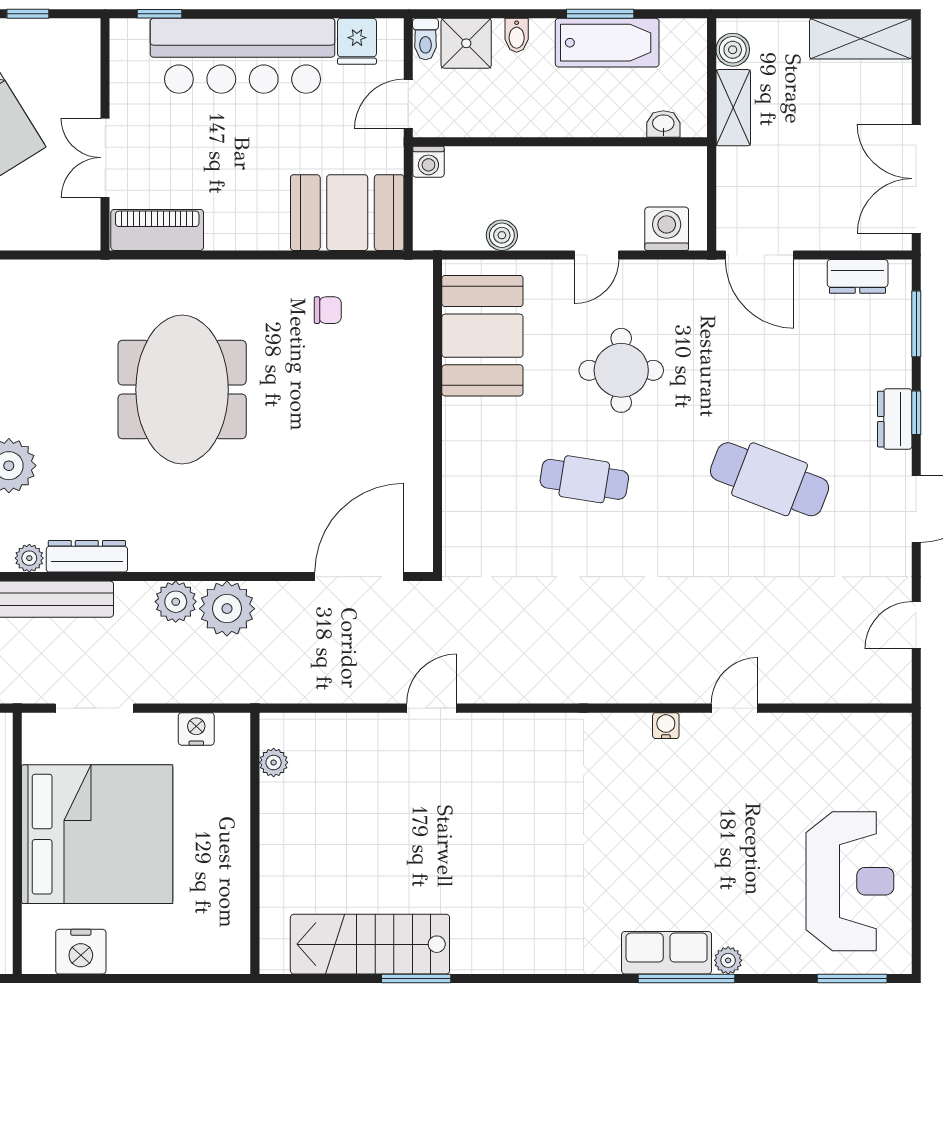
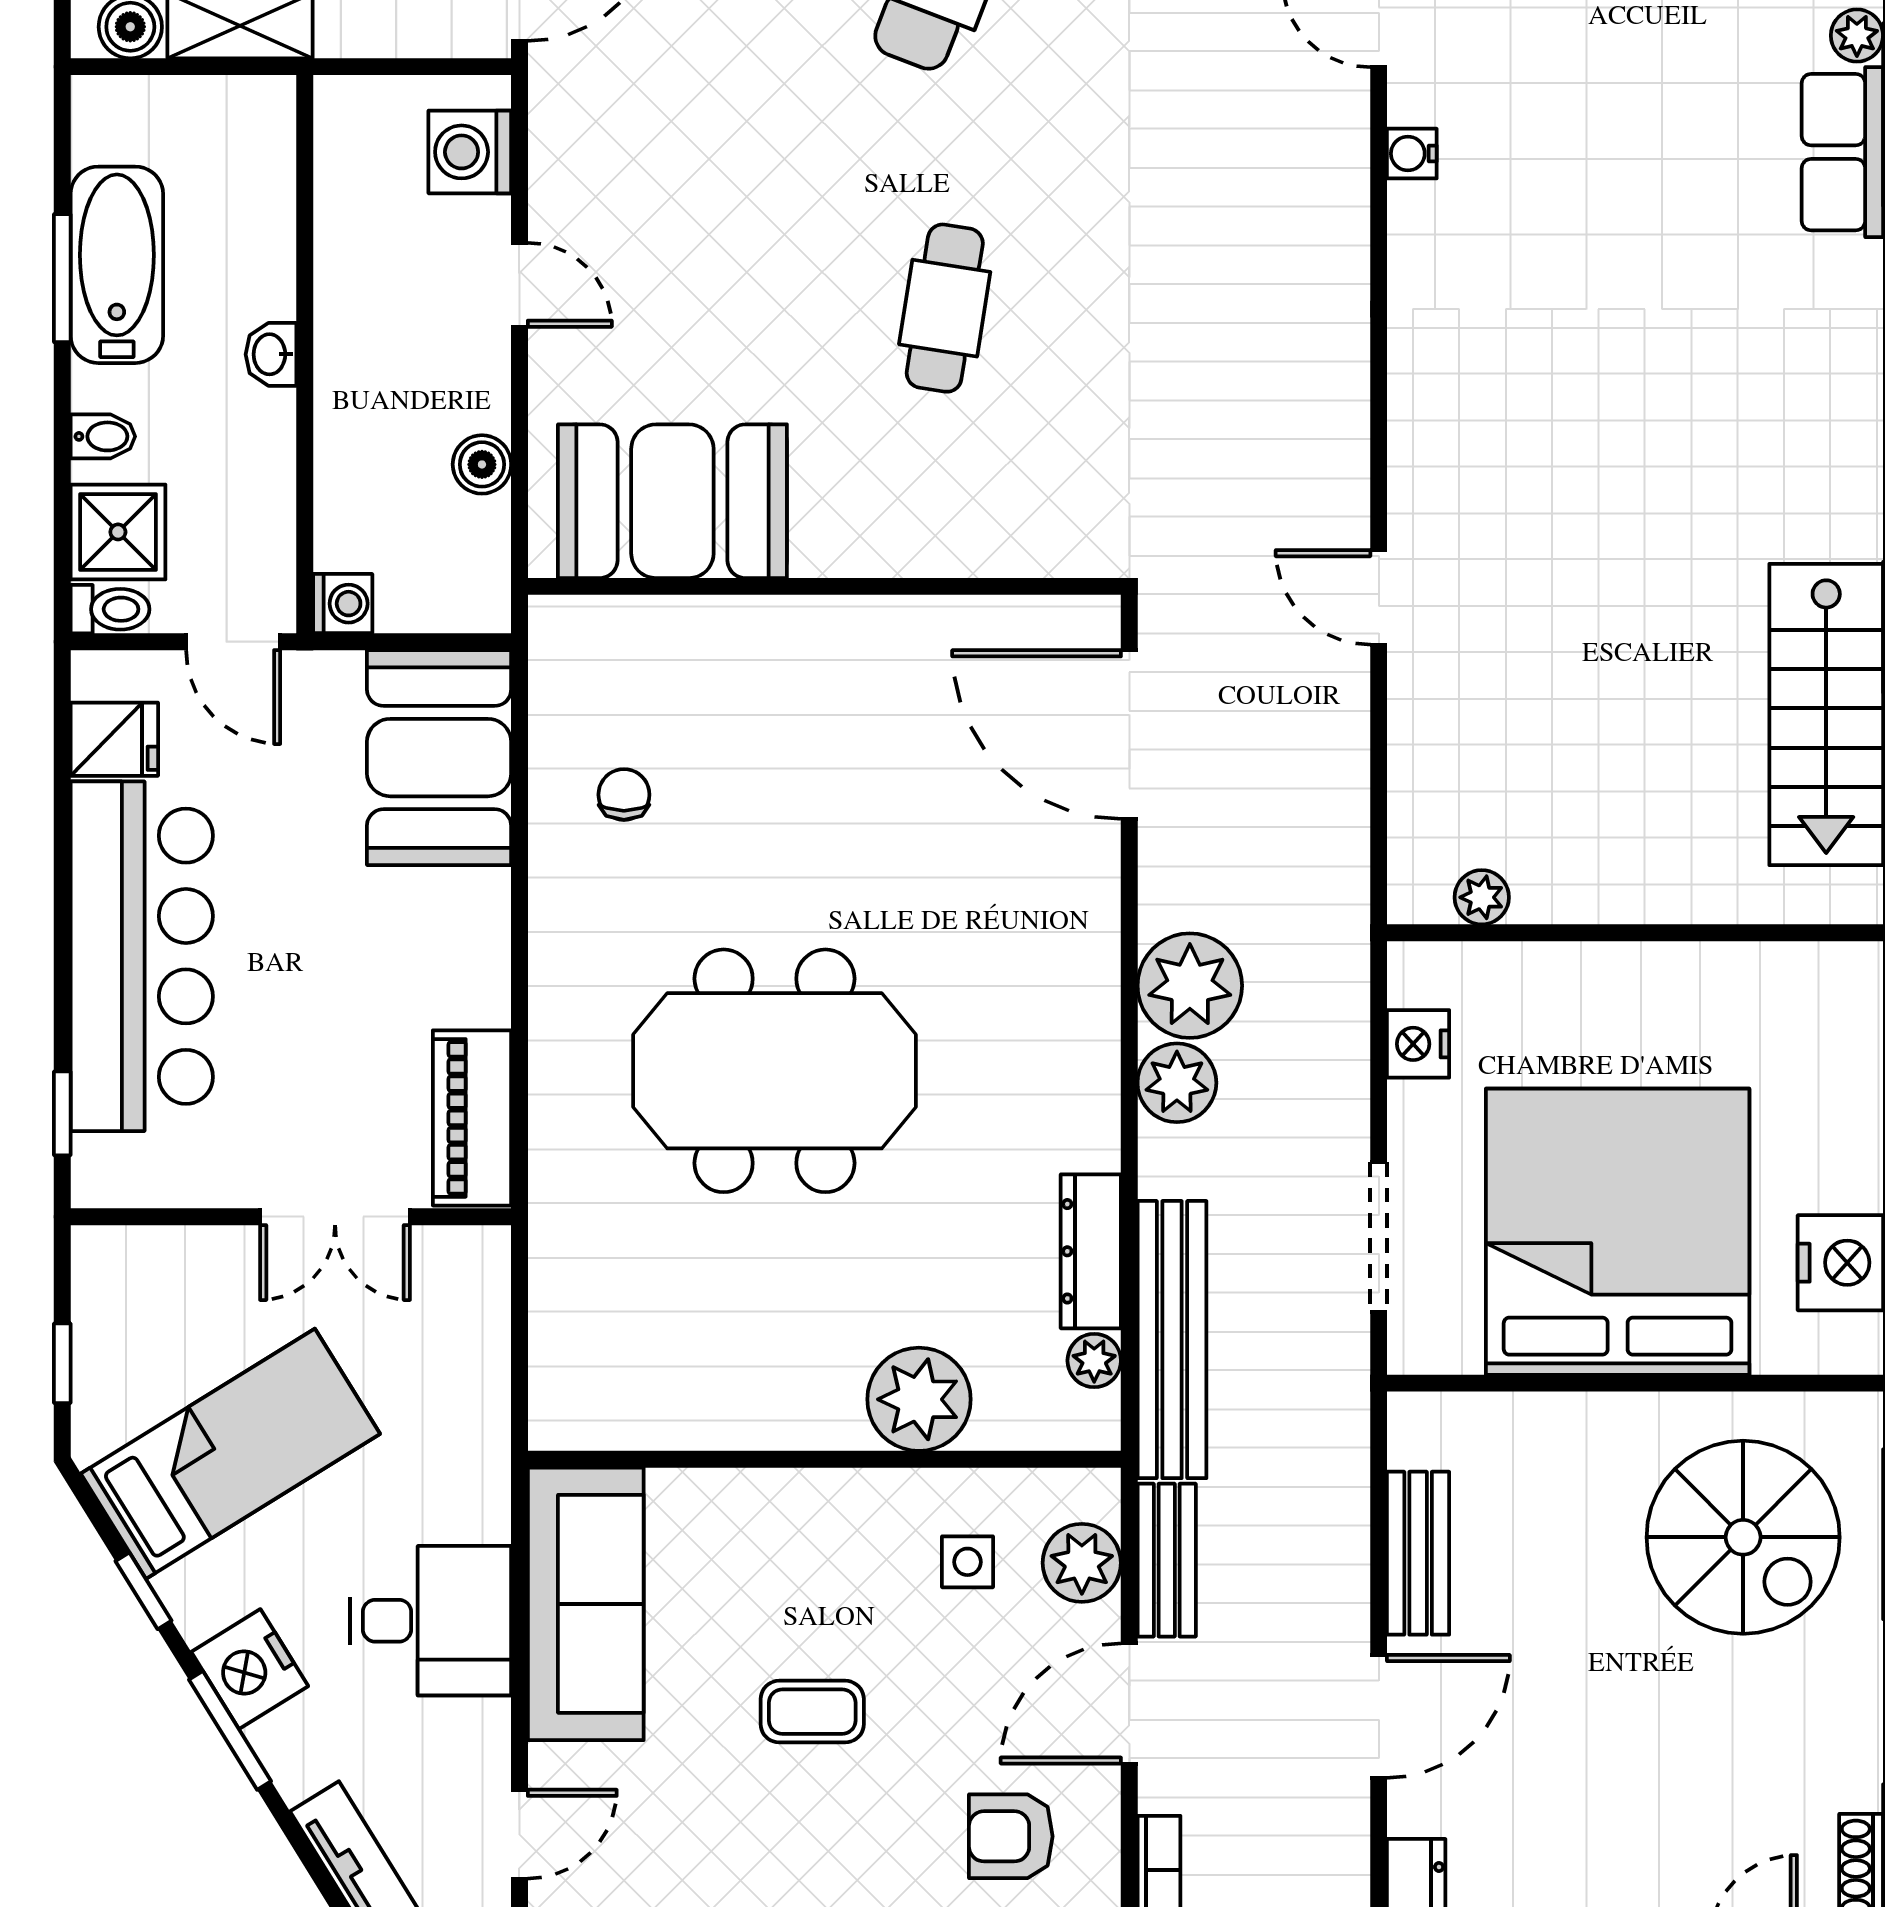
washbasin: (663, 124) -> (271, 354), moved
round table: (621, 370) -> (738, 238), removed

